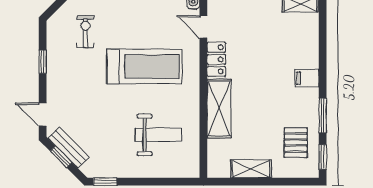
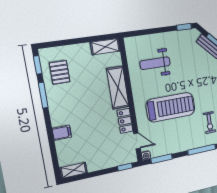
treadmill: (144, 66) -> (171, 107), turned 180
filing cabinet: (307, 78) -> (62, 133), moved
shelving: (251, 169) -> (105, 47), moved

